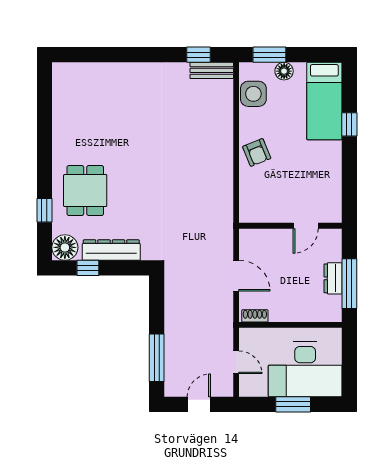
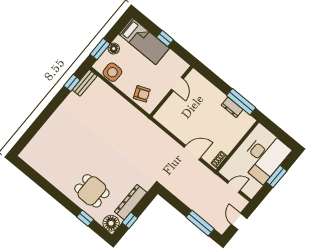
wall: (290, 226) -> (171, 91), moved
door: (306, 226) -> (177, 84), moved

